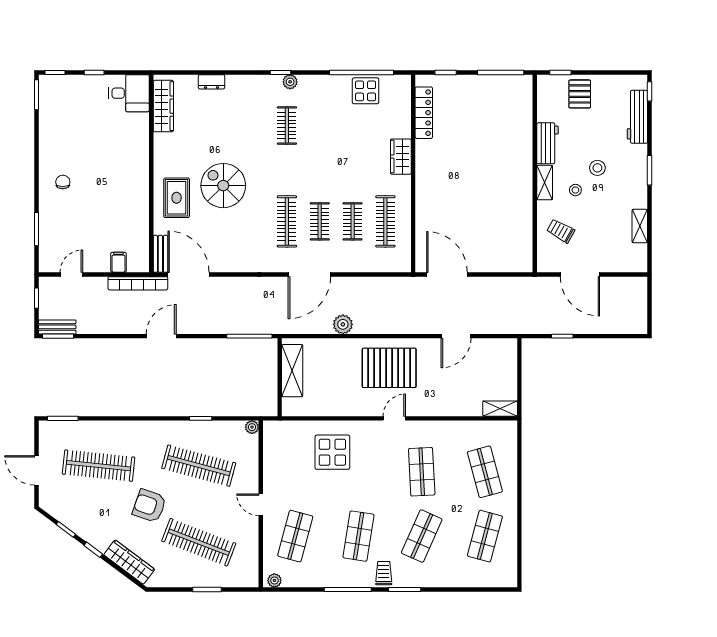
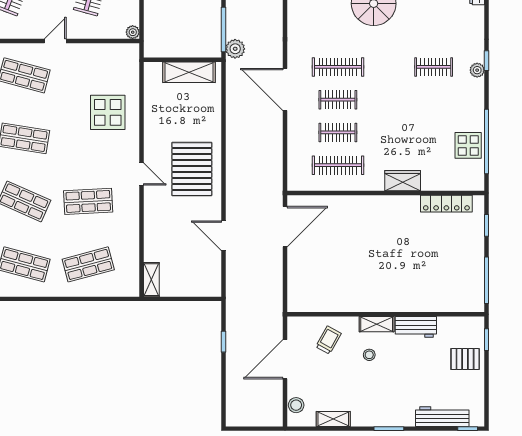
stool: (597, 168) -> (296, 405), moved
plant: (343, 324) -> (235, 49), moved

